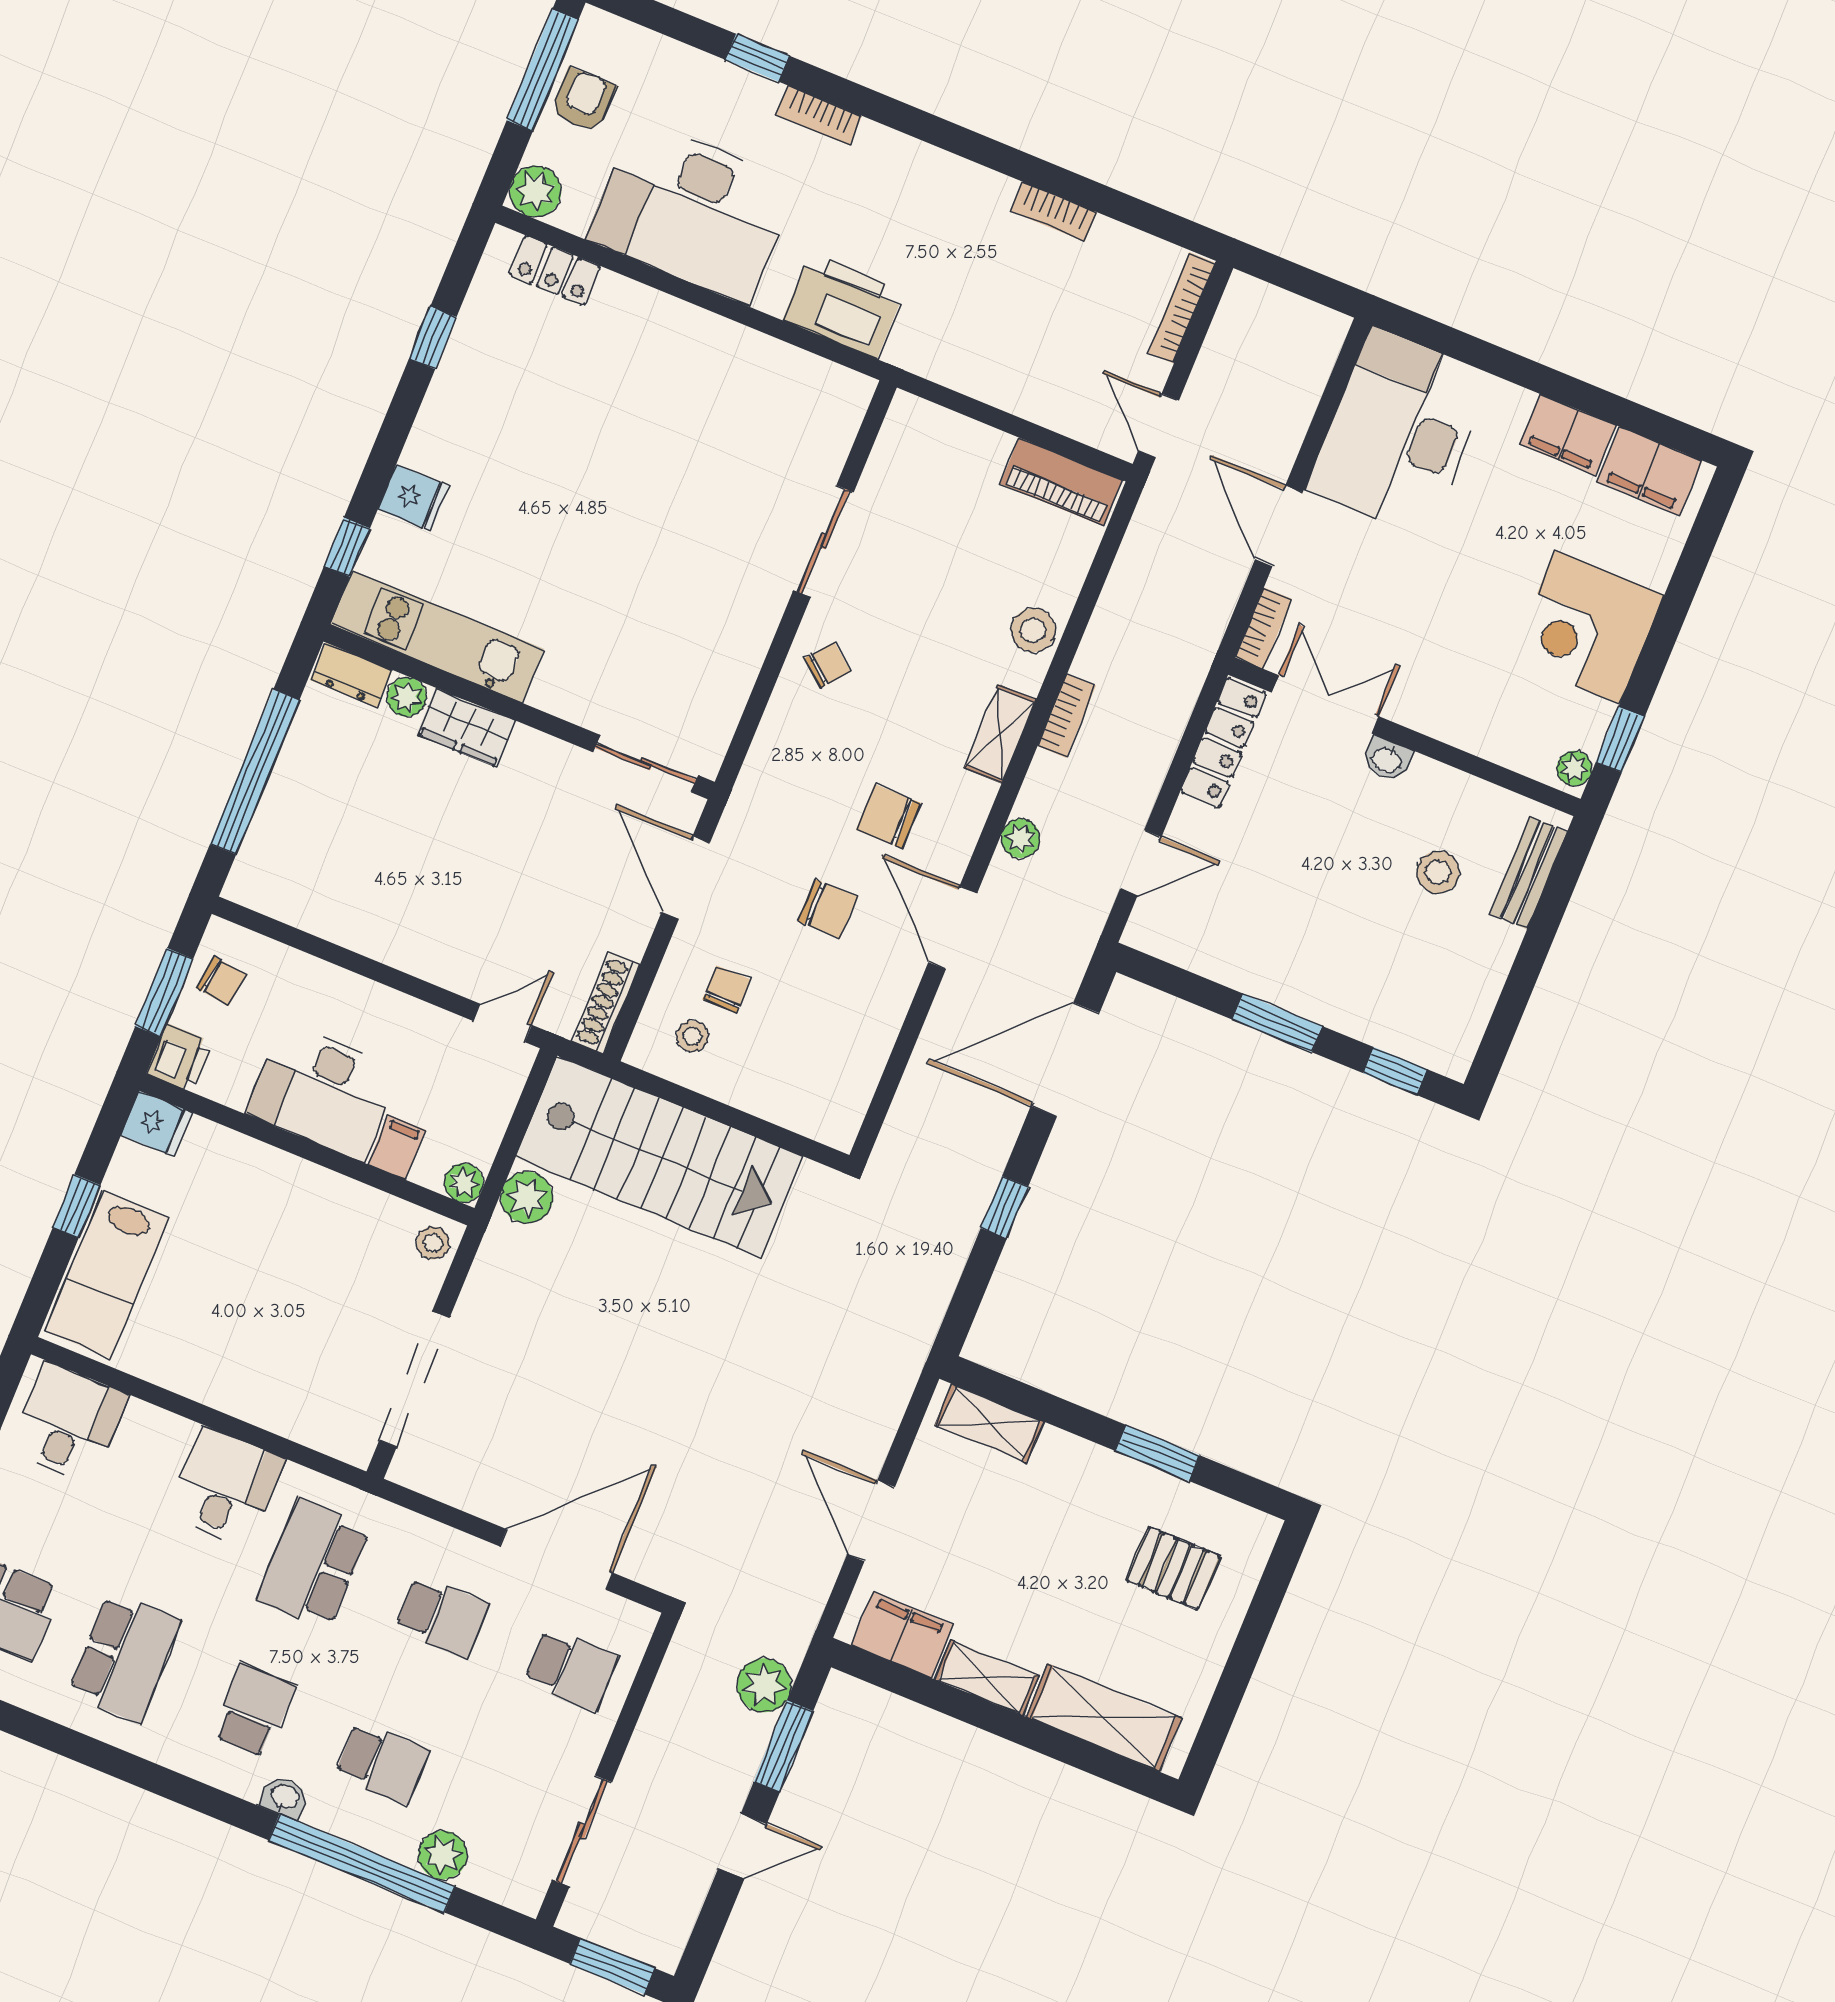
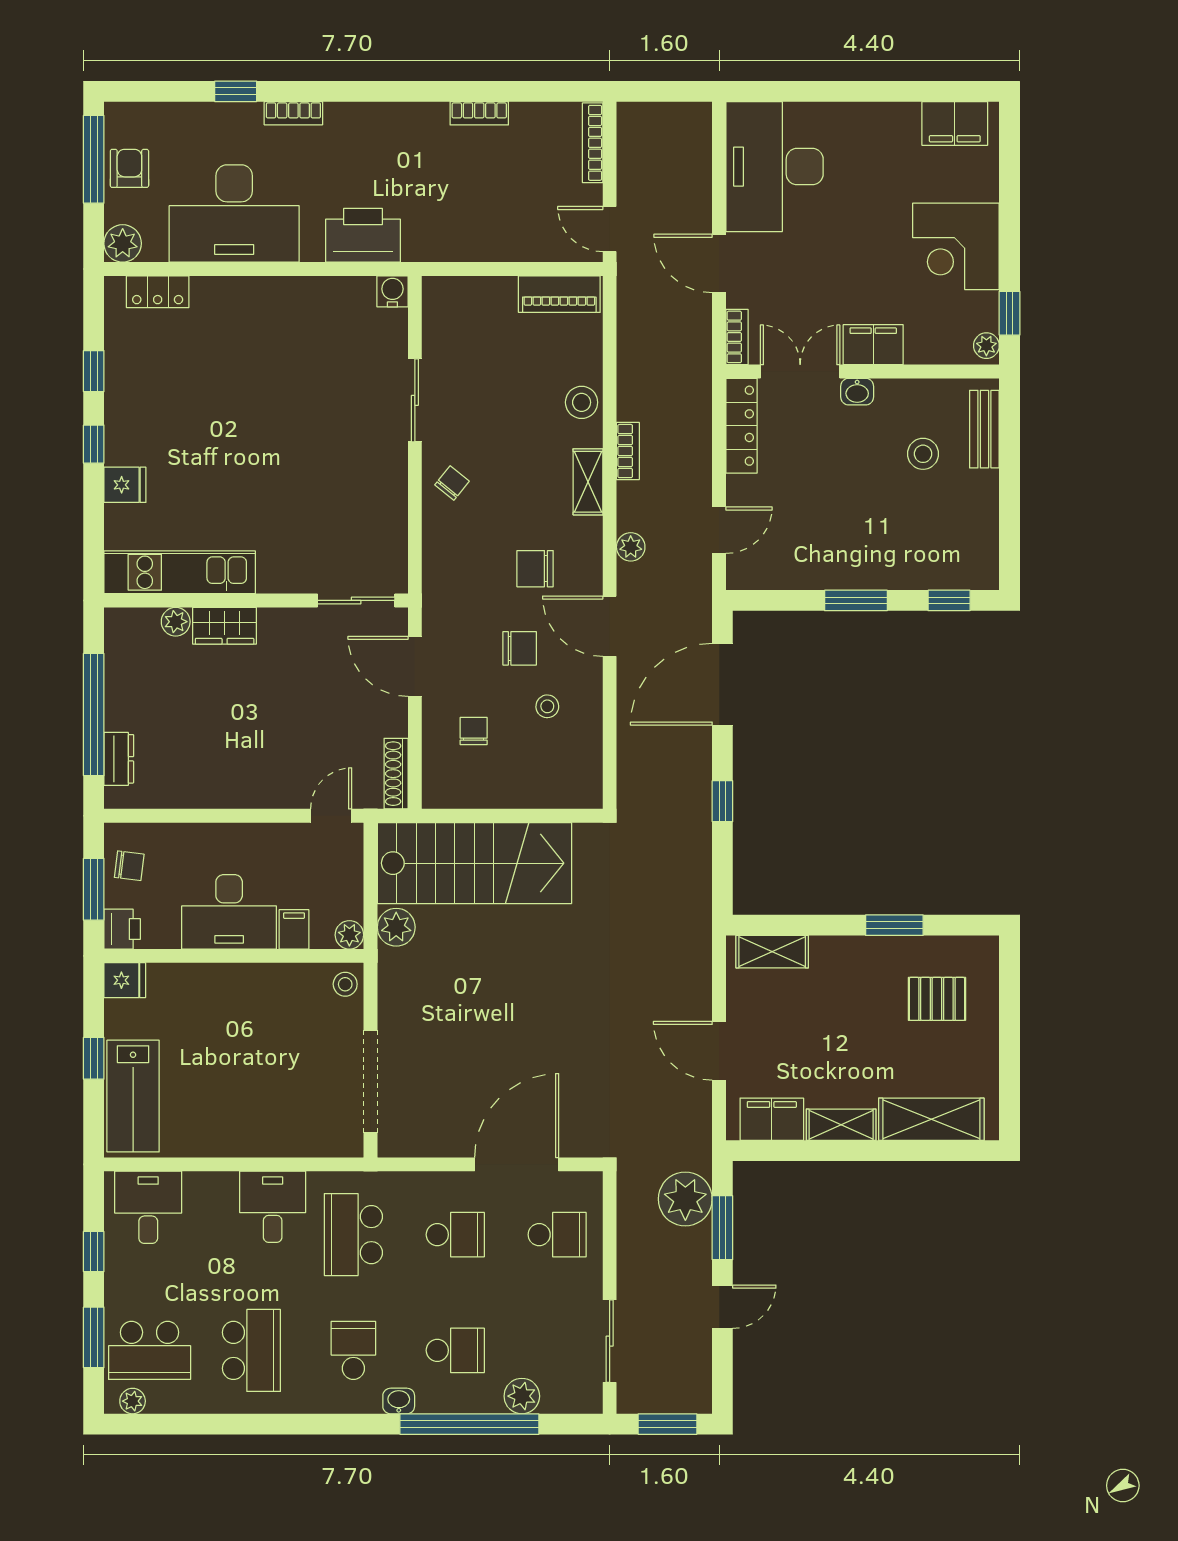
water cooler: (852, 392) -> (392, 291), added
filing cabinet: (1568, 435) -> (873, 345), moved, turned 180
window: (347, 547) -> (94, 444), moved
dresser: (351, 675) -> (119, 759), moved, turned -90
stool: (692, 1036) -> (547, 706), moved
plant: (764, 1685) -> (685, 1199), width x1.36, depth x1.36

